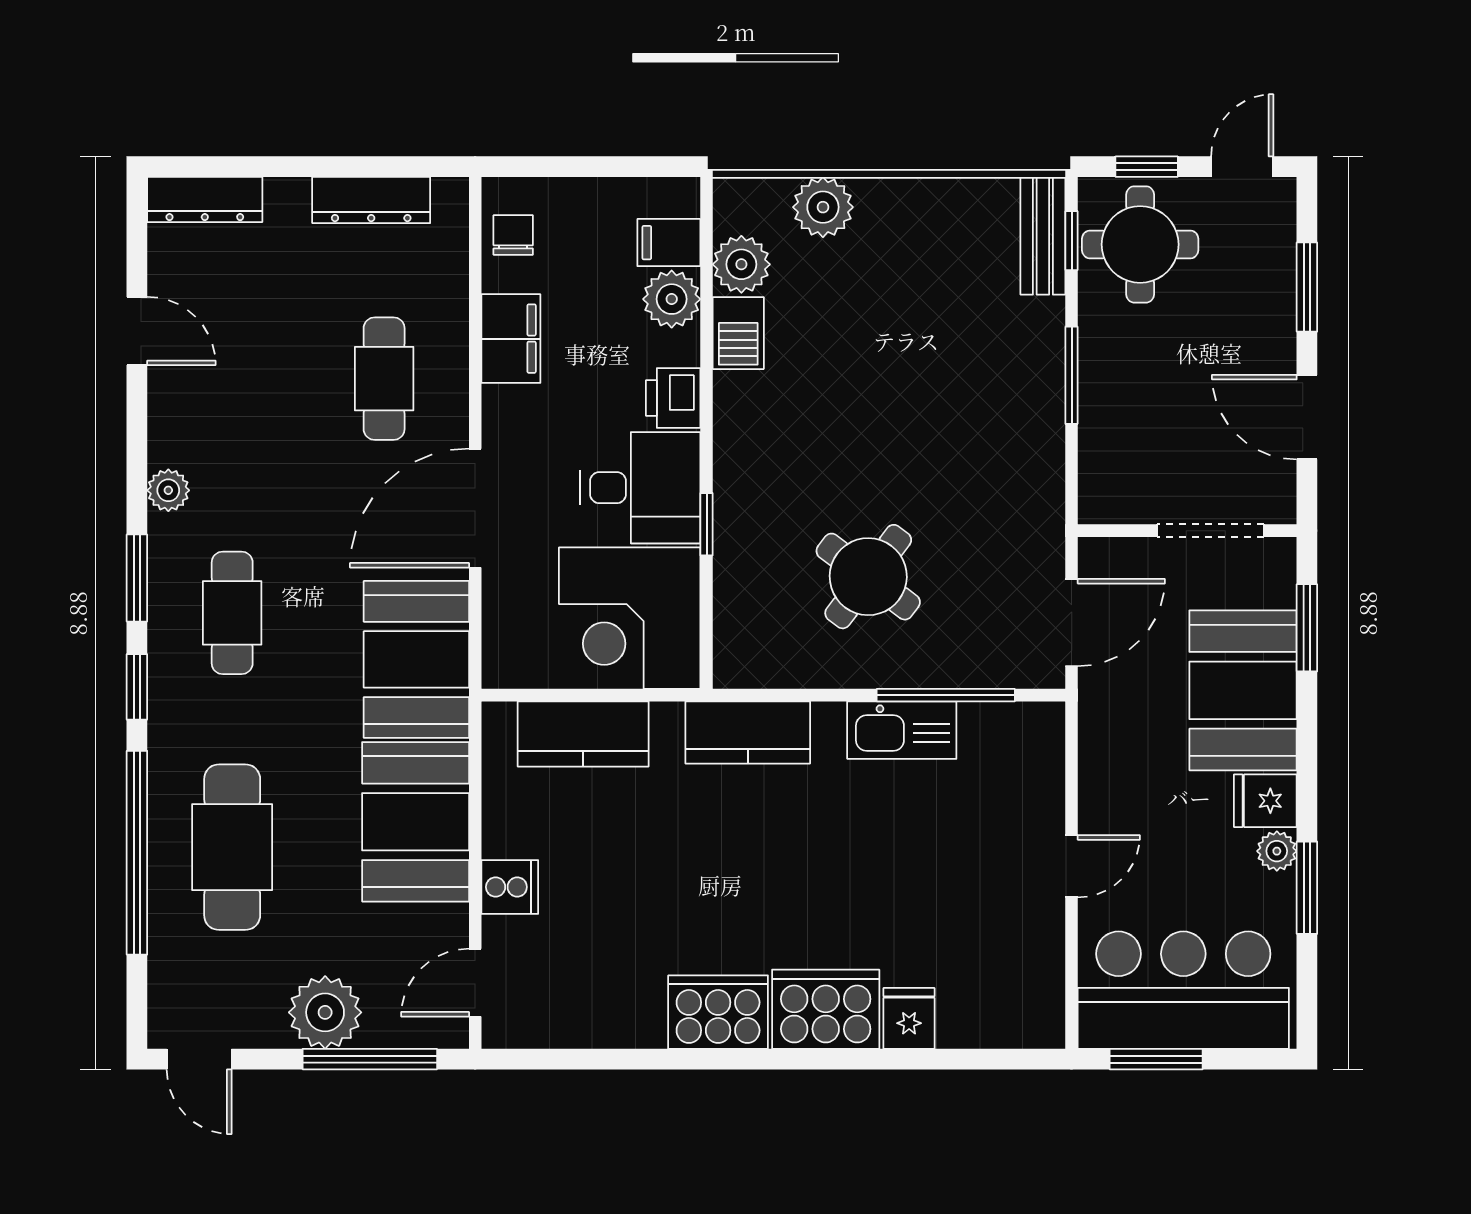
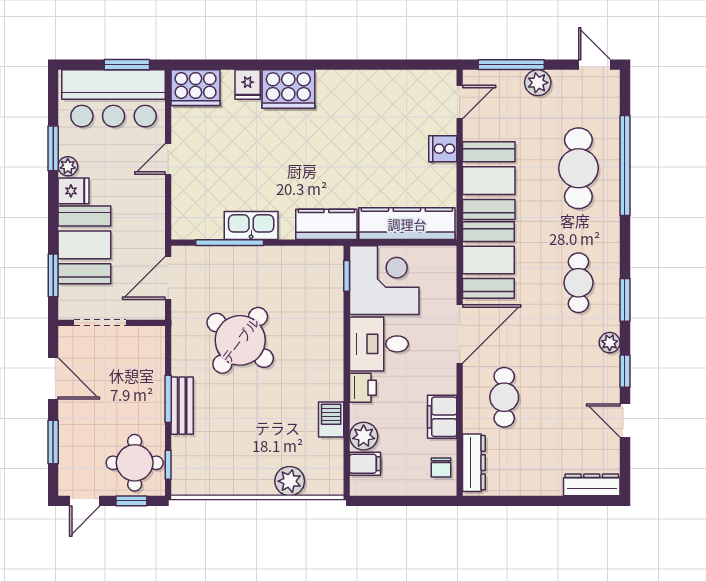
dresser: (371, 200) -> (474, 463), moved, turned 90
bench: (1043, 236) -> (182, 406), moved
plant: (741, 264) -> (330, 453), removed
window: (707, 524) -> (347, 276), moved
round table: (868, 577) -> (240, 340), moved, width x1.36, depth x1.36
window: (137, 687) -> (625, 371), moved
kitchen counter: (583, 734) -> (407, 224), width x1.50
plant: (325, 1012) -> (538, 83), width x0.73, depth x0.73
cooker: (718, 1012) -> (196, 88), moved

